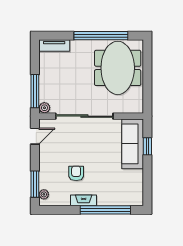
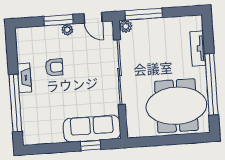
tv unit: (54, 46) -> (198, 48), moved
window: (35, 184) -> (58, 20), moved
plant: (44, 194) -> (67, 30), moved

